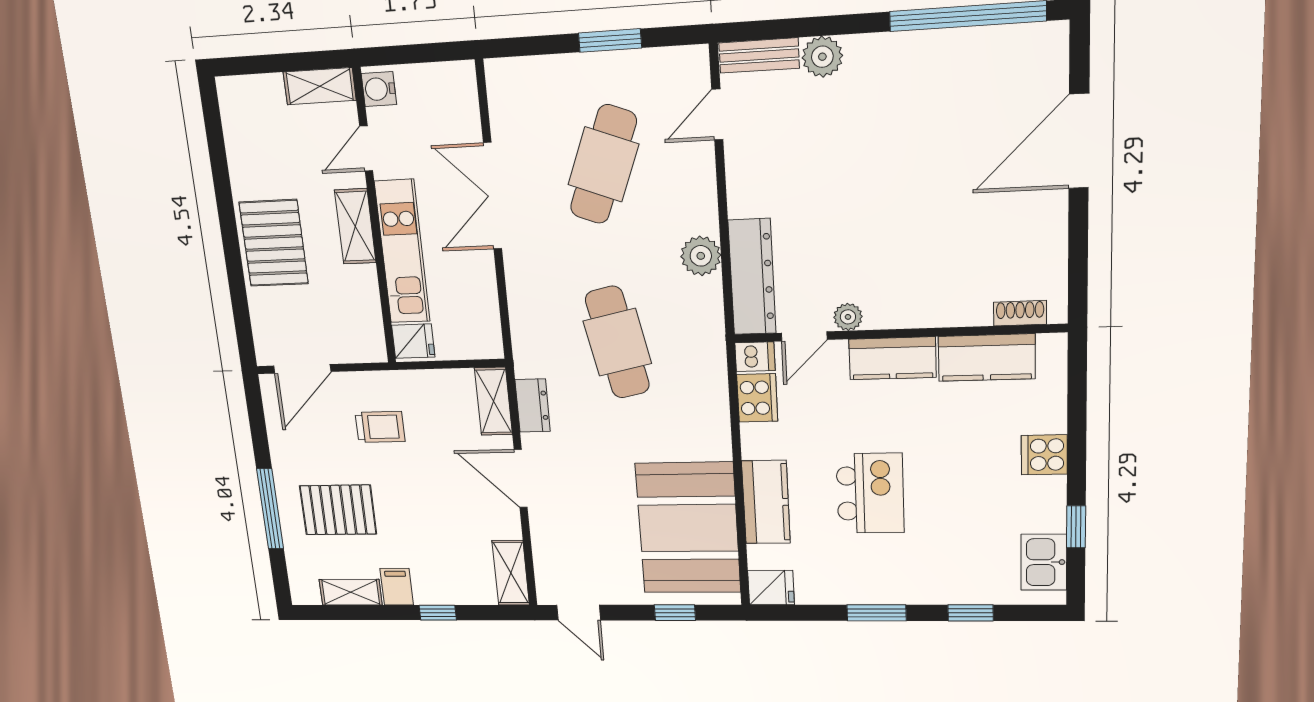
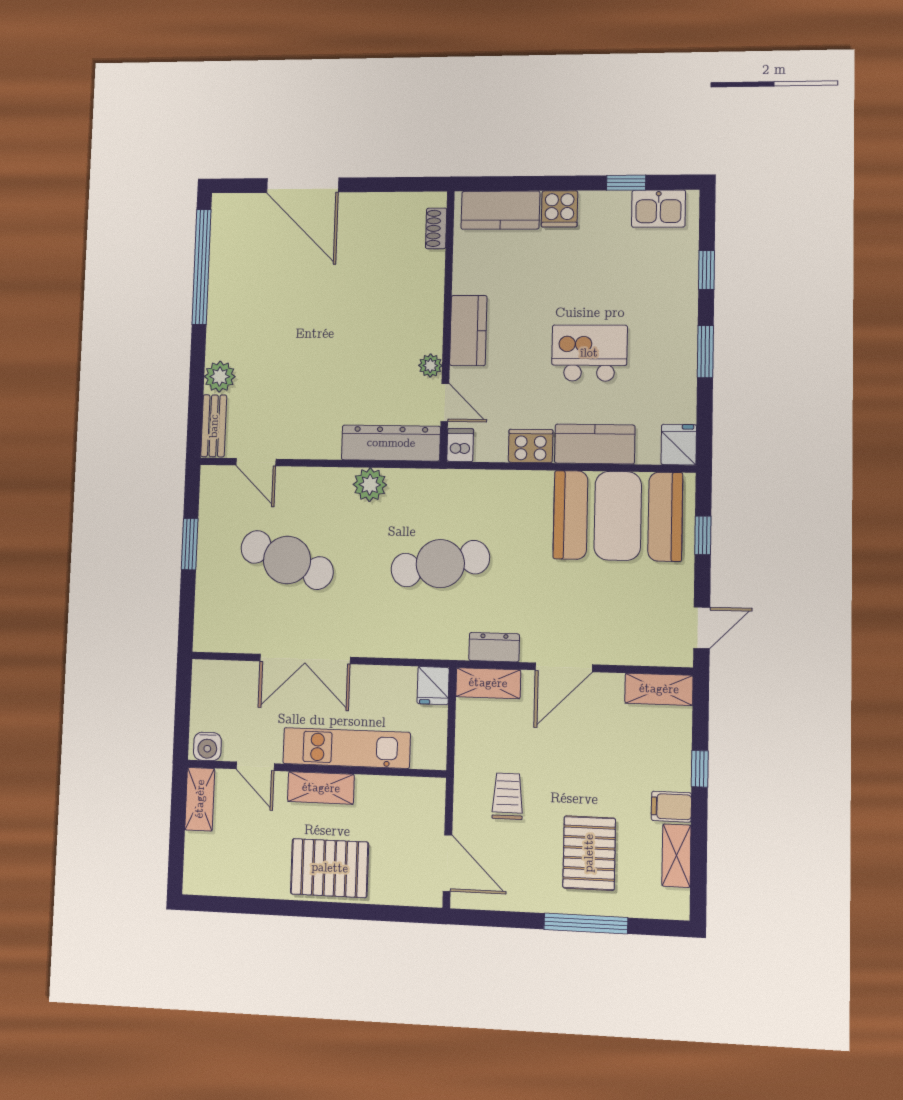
fridge: (413, 341) -> (433, 686), moved, turned 180
kitchen counter: (987, 358) -> (500, 210), moved, turned 90
cooker: (757, 398) -> (531, 446), moved

